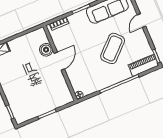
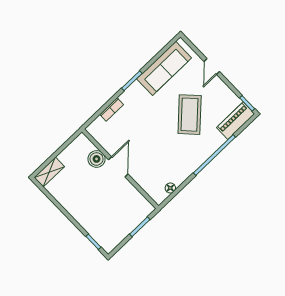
boiler: (46, 50) -> (97, 159), moved
door: (59, 61) -> (118, 167), moved
wall: (60, 63) -> (120, 169), moved

